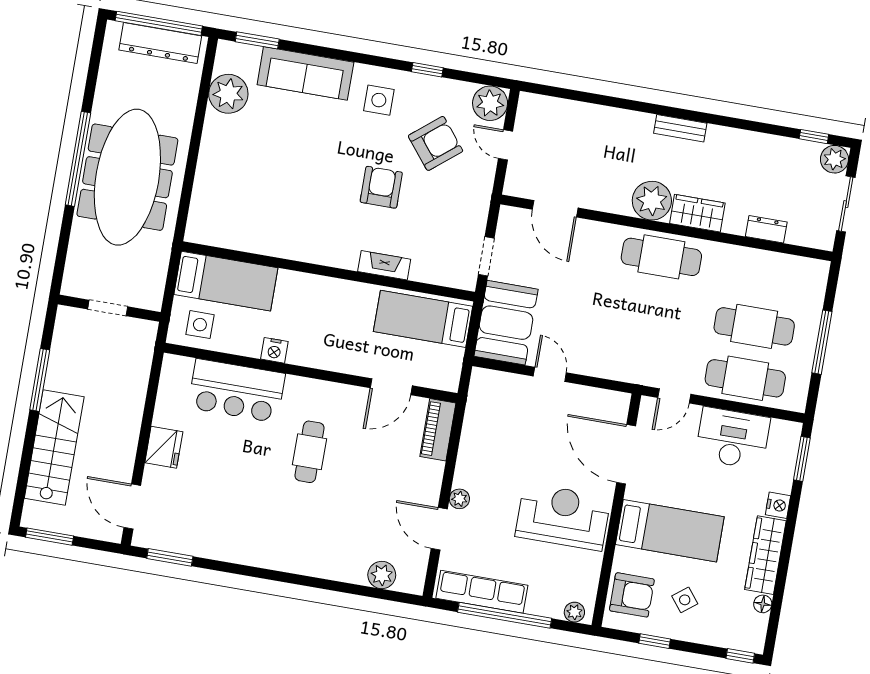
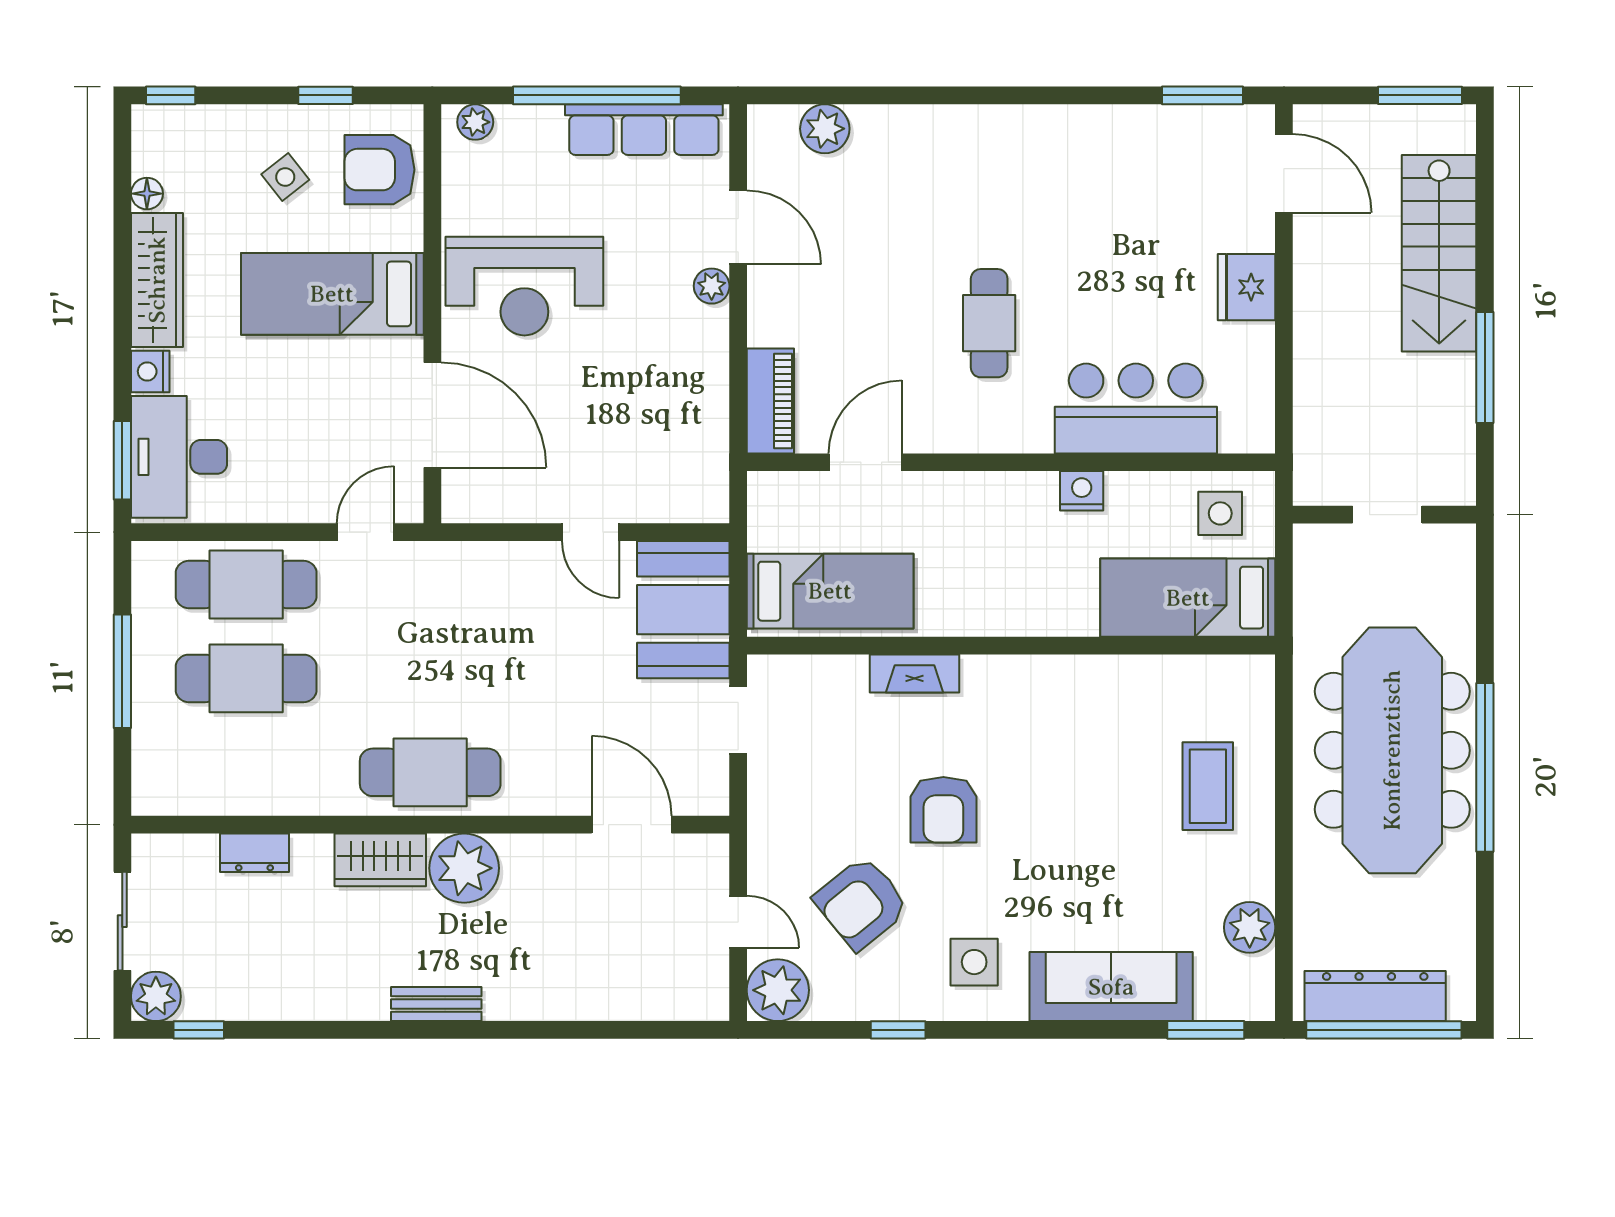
plant: (228, 94) -> (1250, 927), width x0.73, depth x0.73
coffee table: (233, 175) -> (1208, 786), added
desk: (733, 438) -> (179, 457), moved, turned 90

